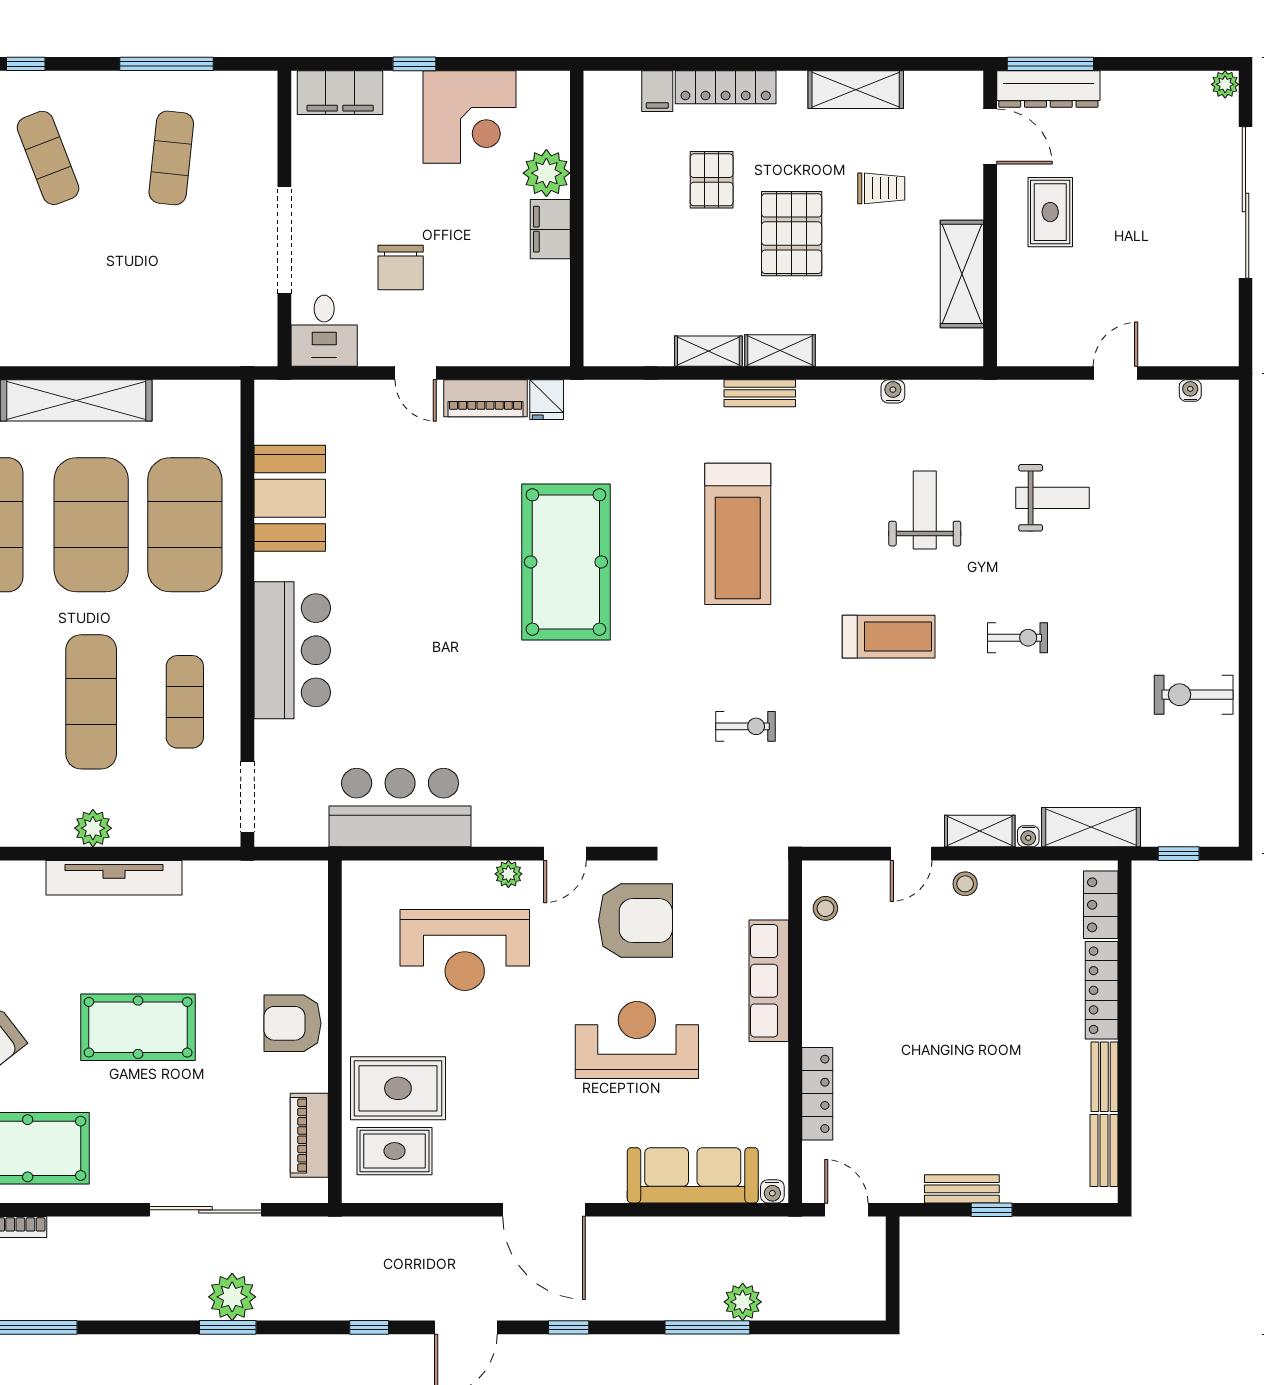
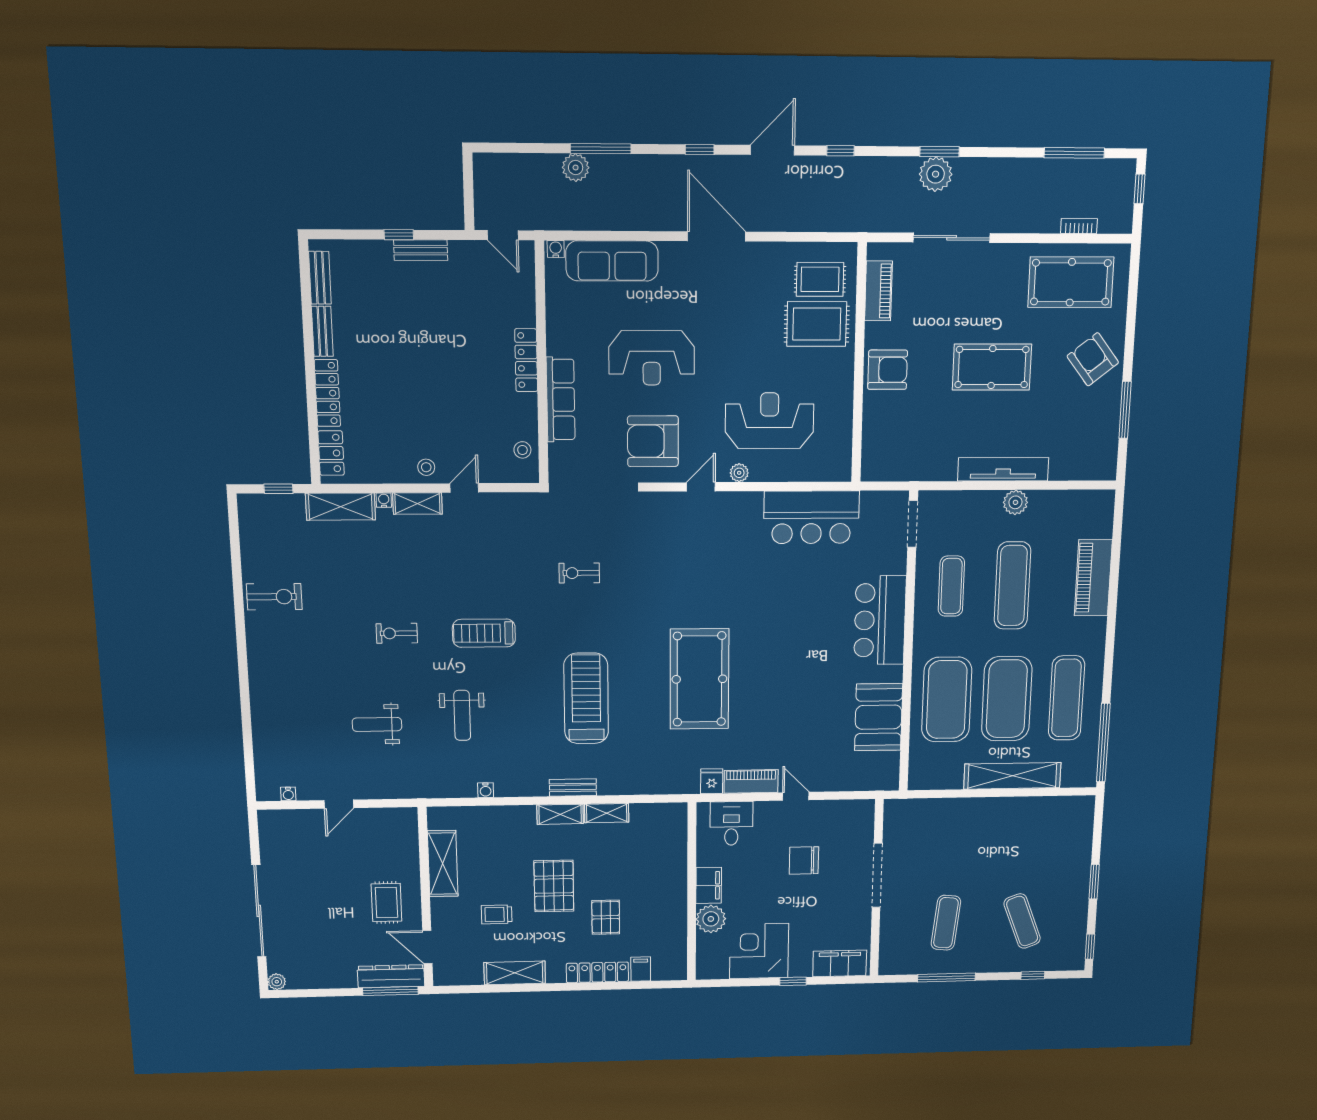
chair: (401, 267) -> (804, 860), turned -90
desk: (324, 331) -> (731, 823), moved
locker: (817, 1094) -> (526, 360), moved

